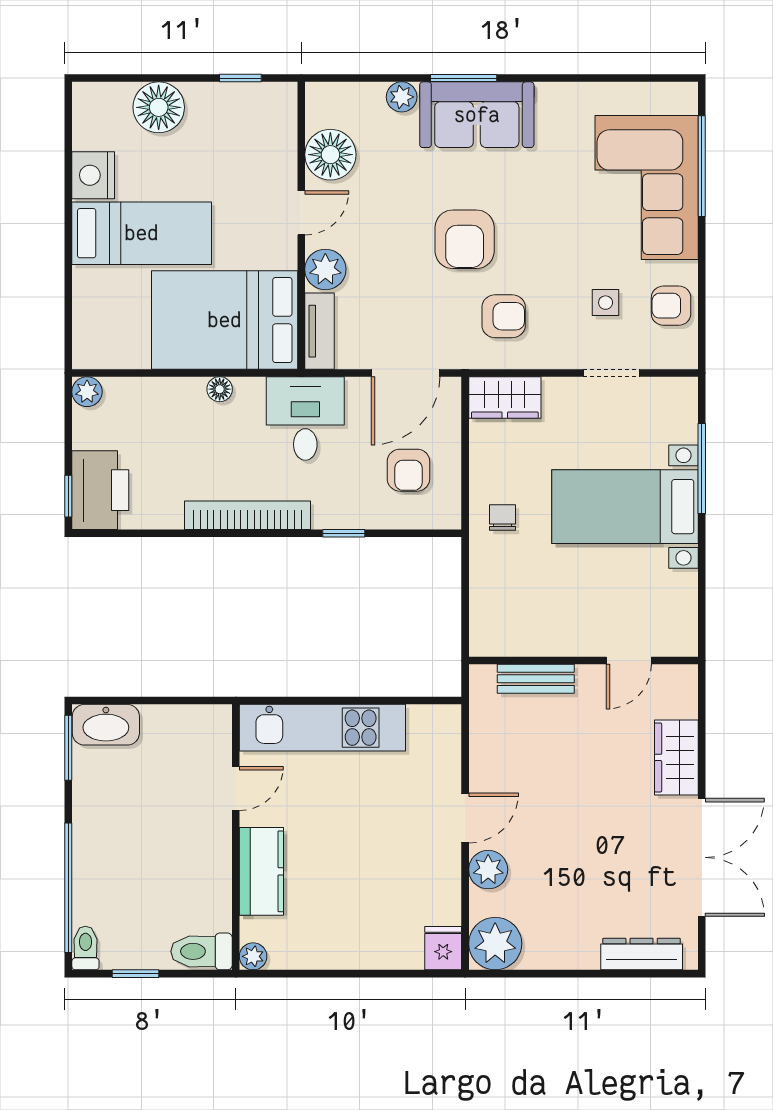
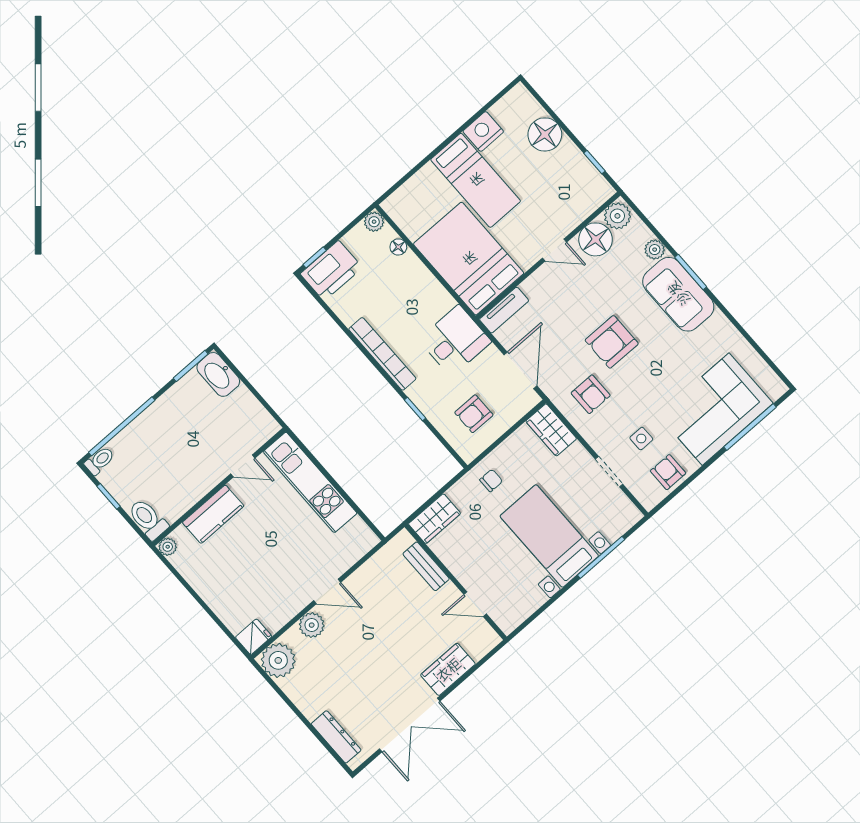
plant: (325, 269) -> (617, 216), moved
door: (406, 373) -> (520, 370), swing flipped
floor lamp: (220, 389) -> (398, 247), moved
wardrobe: (489, 621) -> (434, 519), added

